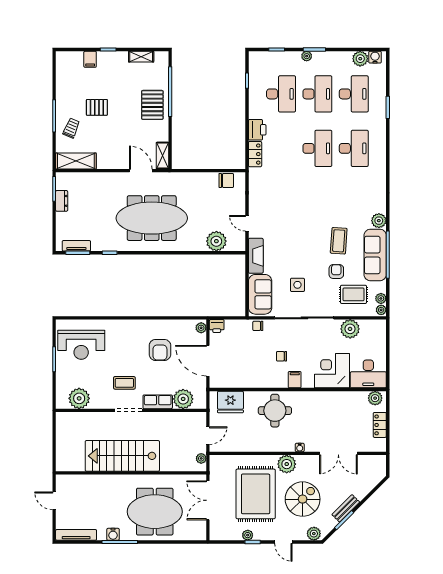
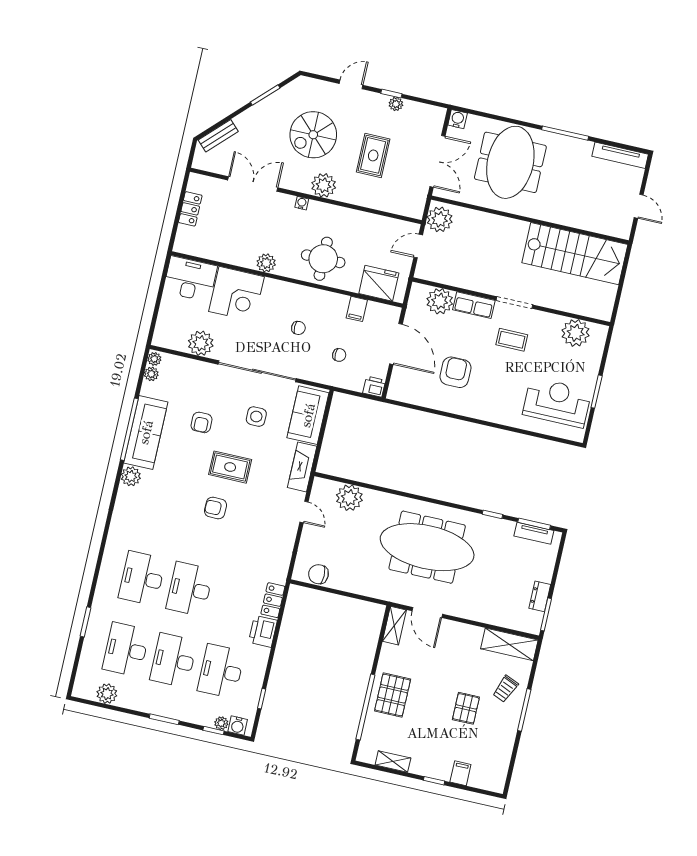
plant: (307, 56) -> (221, 723), moved
water cooler: (375, 57) -> (238, 725), moved
pallet: (97, 107) -> (466, 708), turned 90
armchair: (312, 212) -> (215, 508), added
coffee table: (339, 241) -> (189, 462), removed
rug: (353, 294) -> (230, 467), moved
chair: (258, 326) -> (339, 355), moved
plant: (201, 328) -> (395, 389), removed
filing cabinet: (295, 380) -> (357, 309), moved
plant: (375, 398) -> (266, 263), moved
stairs: (122, 456) -> (575, 254), moved
plant: (201, 458) -> (440, 219), width x1.87, depth x1.87
rug: (256, 494) -> (373, 155), width x0.54, depth x0.49
bench: (346, 508) -> (218, 136), moved
meeting table: (155, 512) -> (510, 162), turned 90
water cooler: (113, 534) -> (458, 119), moved
plant: (314, 534) -> (309, 86), removed
door: (283, 542) -> (351, 84), hinge flipped

